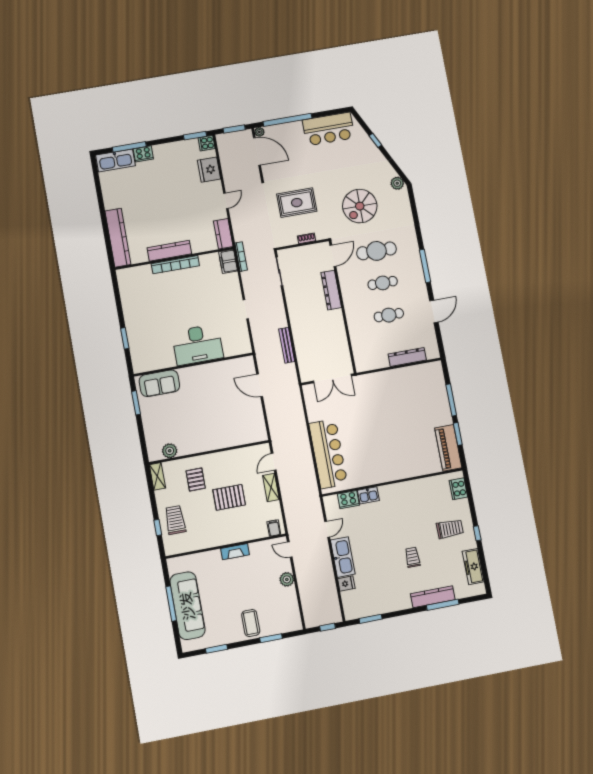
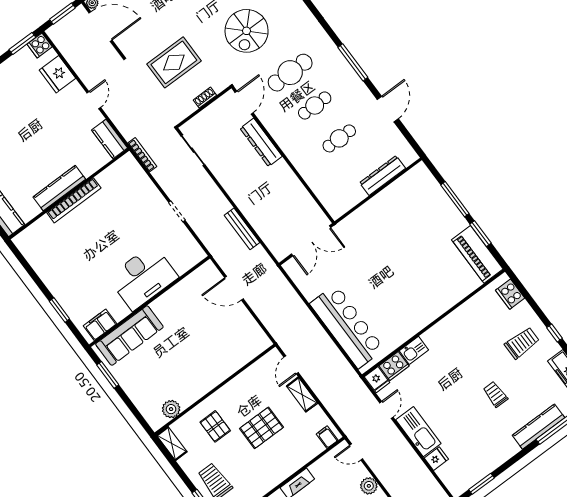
filing cabinet: (228, 261) -> (100, 325), moved, turned 90
sofa: (159, 383) -> (129, 336), width x1.36
fridge: (331, 504) -> (377, 380), added

